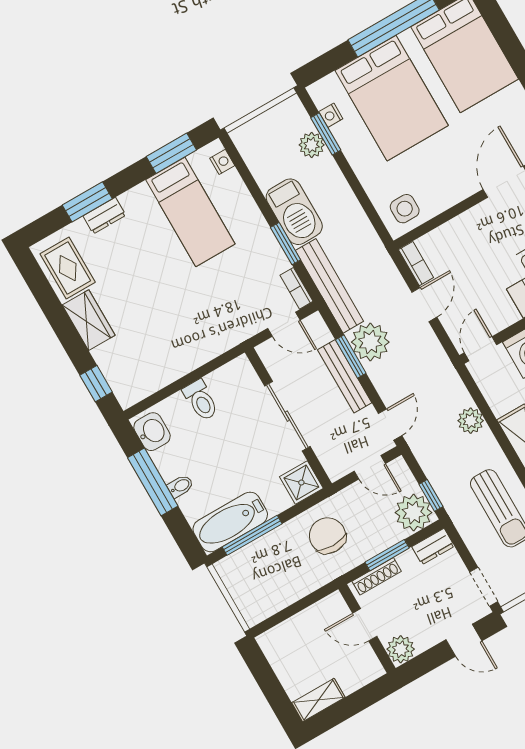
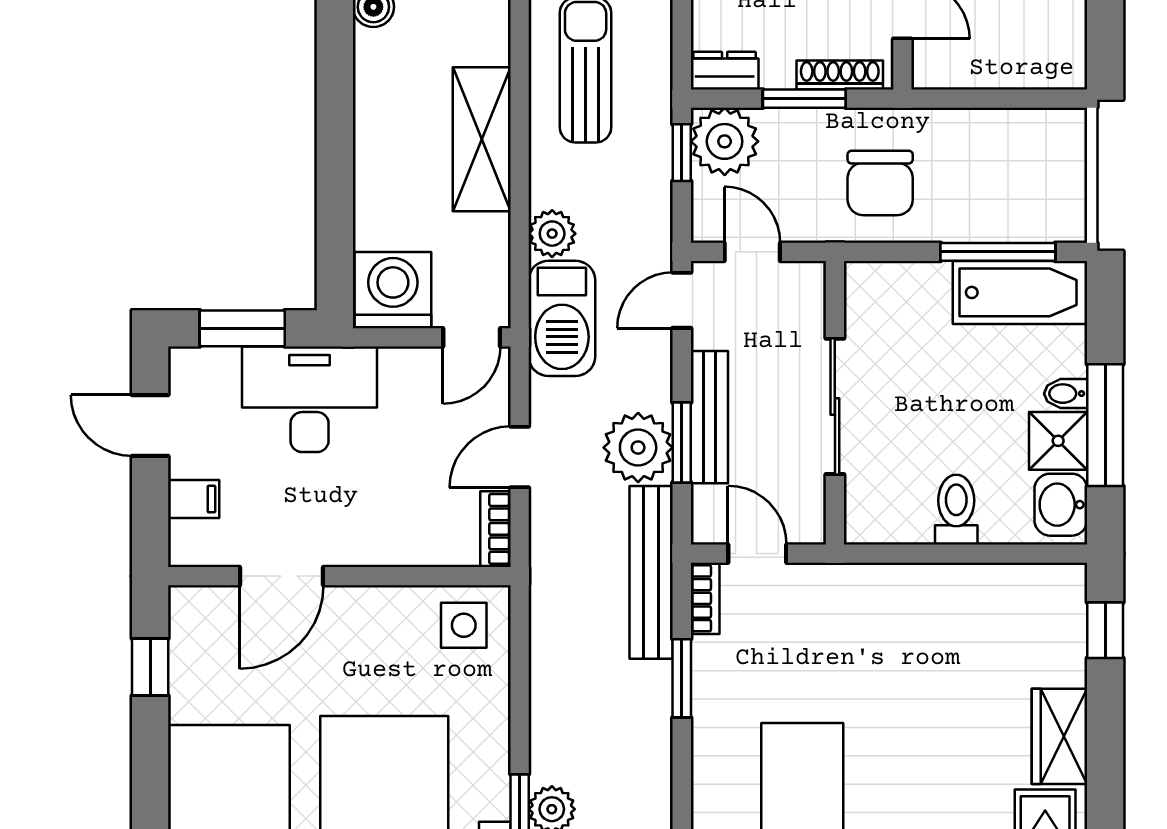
barbecue: (294, 212) -> (562, 318), moved, turned 180
shower: (301, 483) -> (1058, 441), moved

